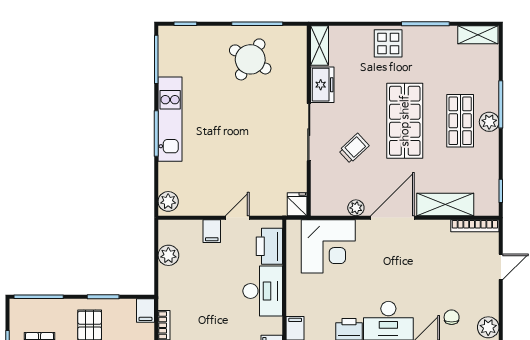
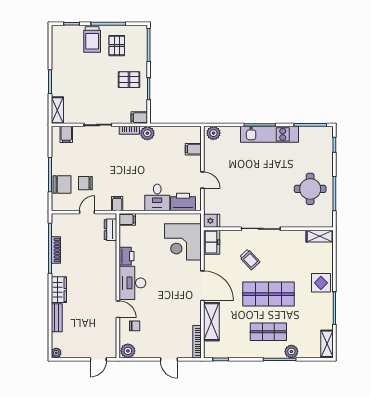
round table: (250, 59) -> (310, 189), turned -31
freezer: (322, 85) -> (212, 242), moved, turned -90
plant: (489, 122) -> (291, 352), moved
plant: (356, 208) -> (209, 261), removed
filing cabinet: (212, 231) -> (193, 149), moved
plant: (168, 255) -> (147, 133), moved
desk: (263, 291) -> (157, 197), width x0.73

